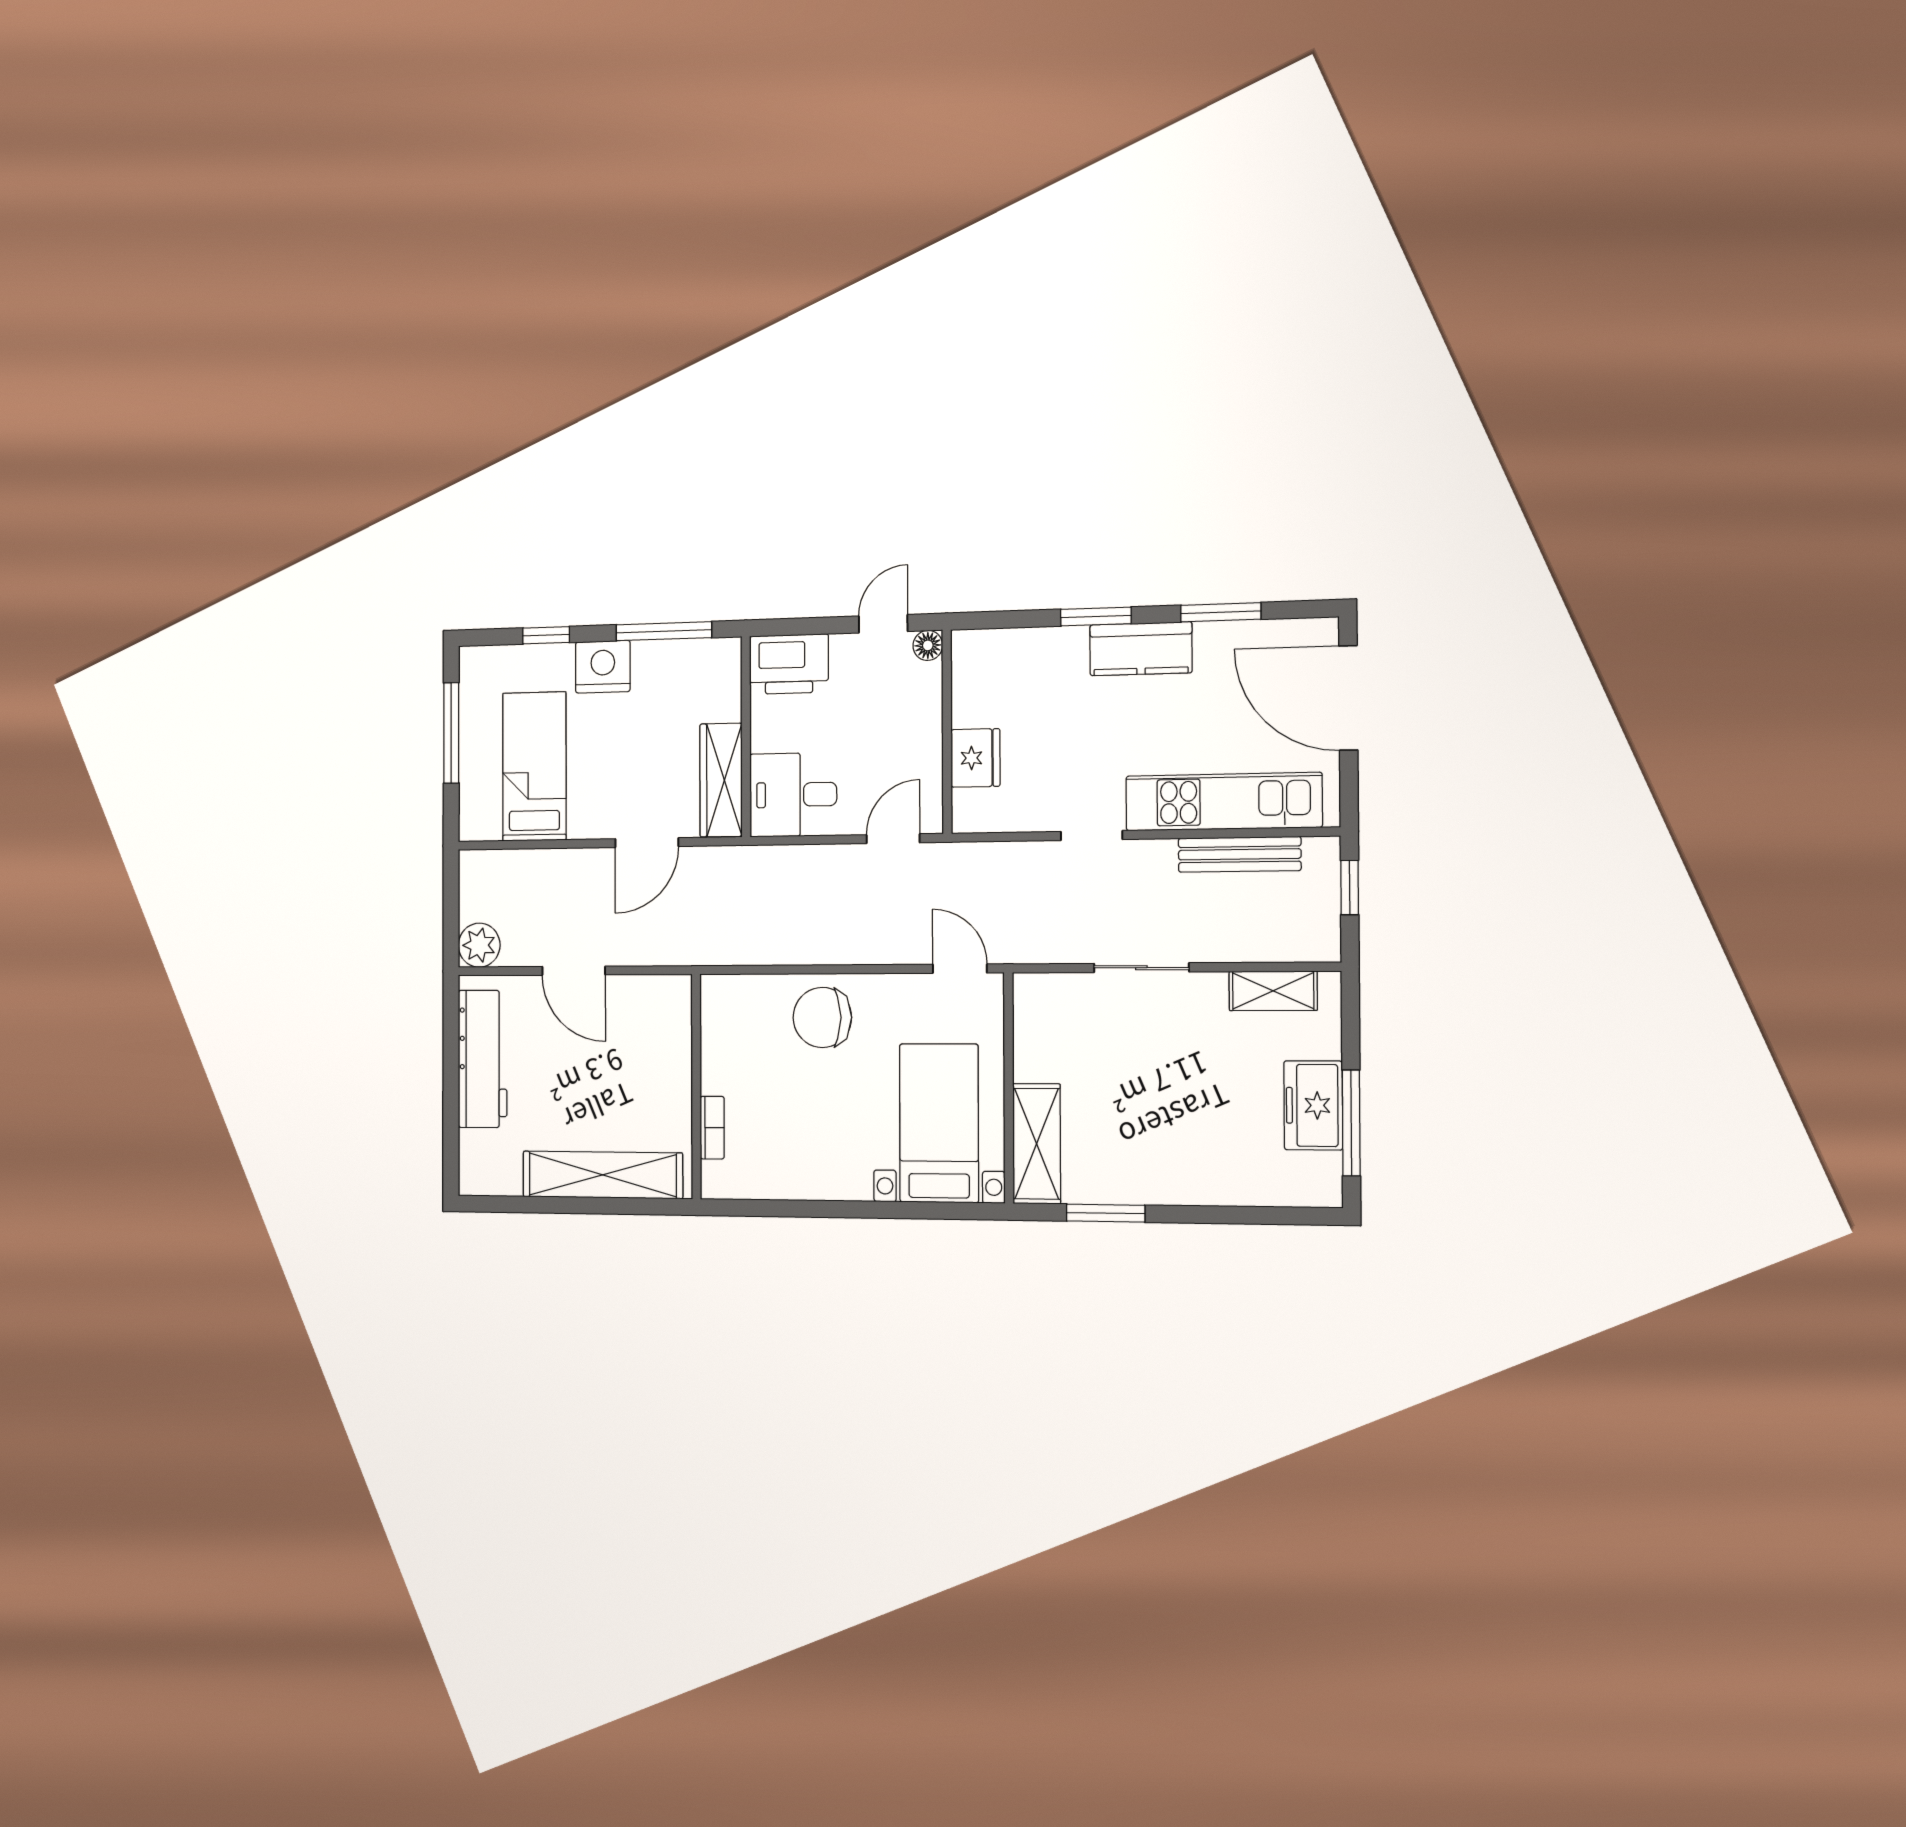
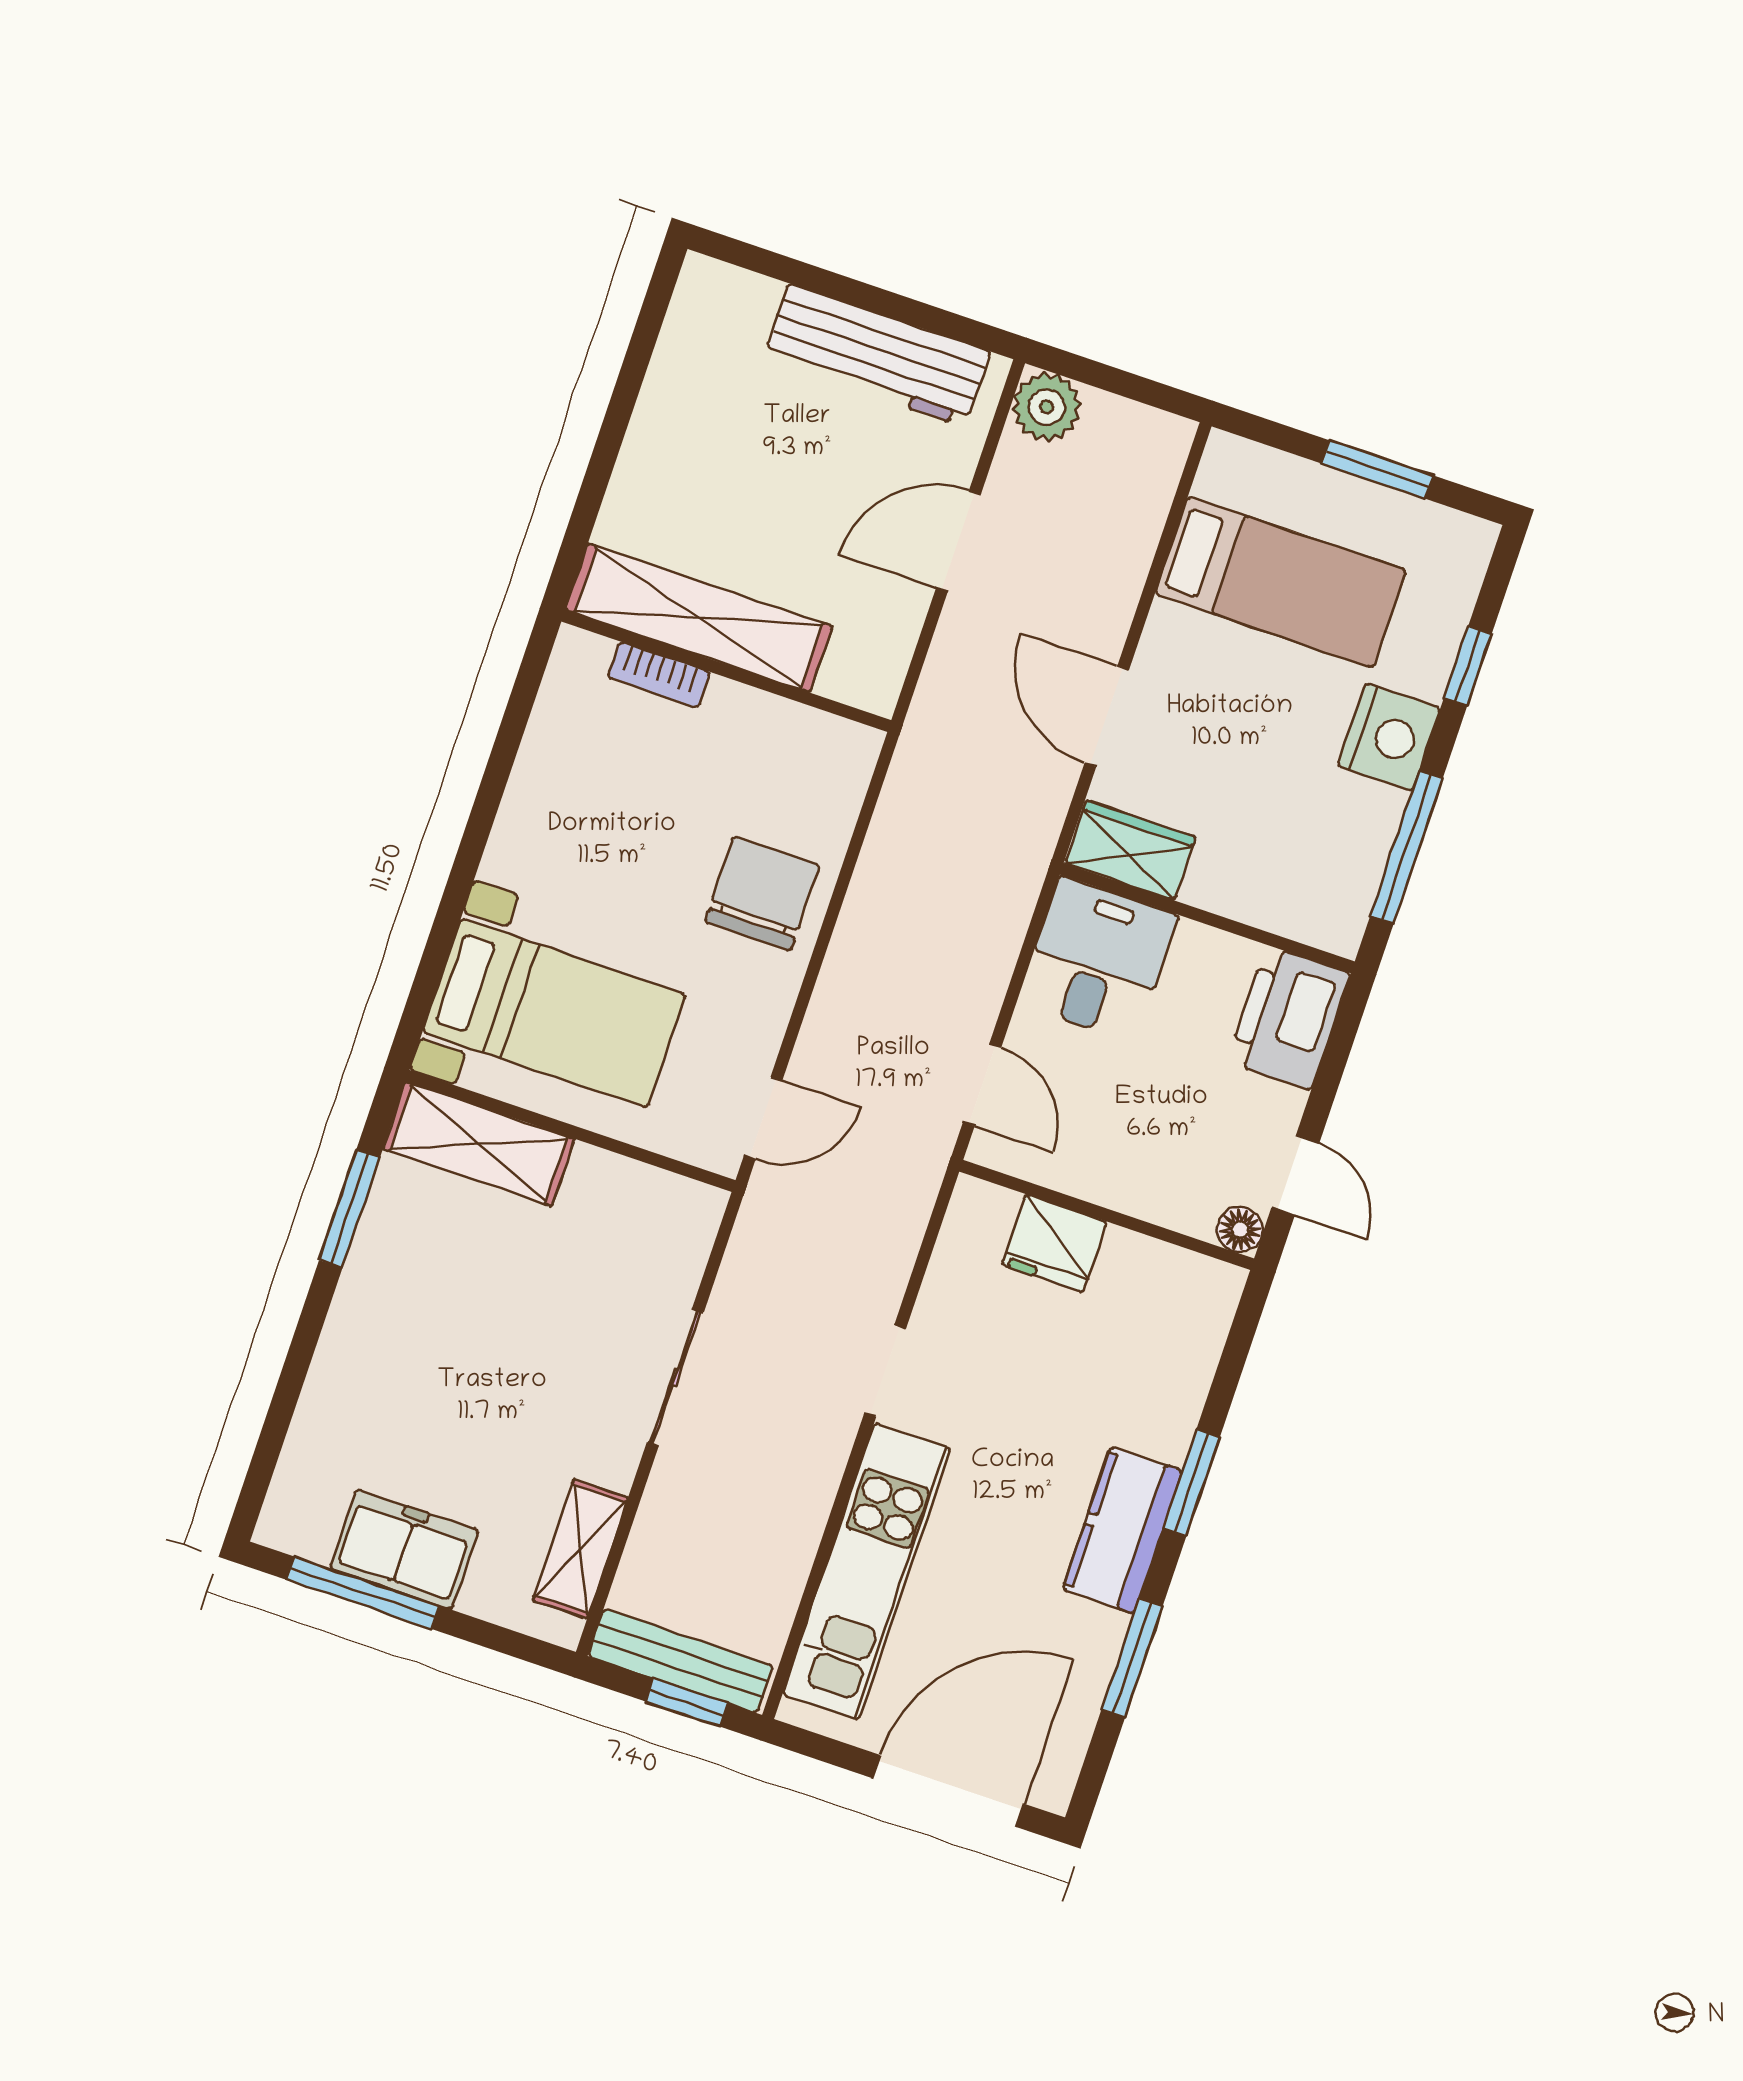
window: (451, 733) -> (1377, 469), width x0.69
wardrobe: (721, 780) -> (1130, 850), width x0.67
bench: (1240, 854) -> (680, 1661), moved, turned 90
shelving: (603, 1175) -> (699, 618), moved, turned 90

